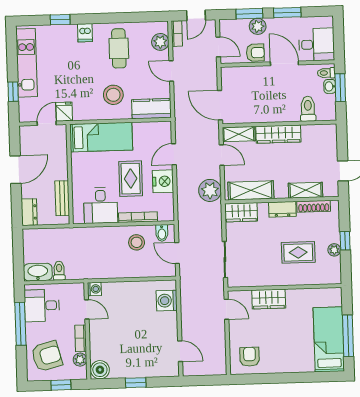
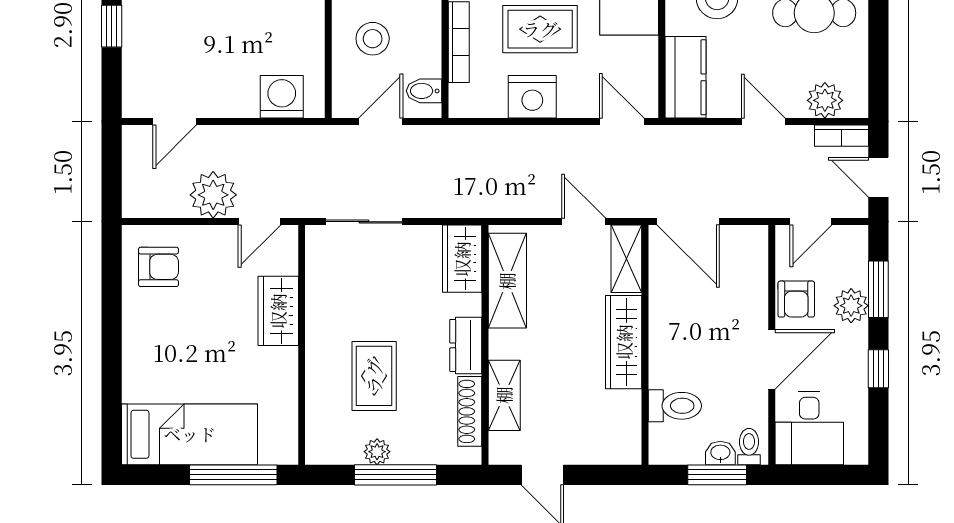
window: (287, 12) -> (878, 369), width x0.67
door: (171, 71) -> (763, 122), hinge flipped
door: (220, 105) -> (688, 222), swing flipped
door: (174, 154) -> (622, 122), moved
door: (222, 155) -> (584, 222), swing flipped
plant: (210, 190) -> (213, 195), moved
window: (345, 241) -> (396, 475), width x2.17
stool: (137, 242) -> (373, 39), moved
window: (348, 336) -> (233, 475), moved

